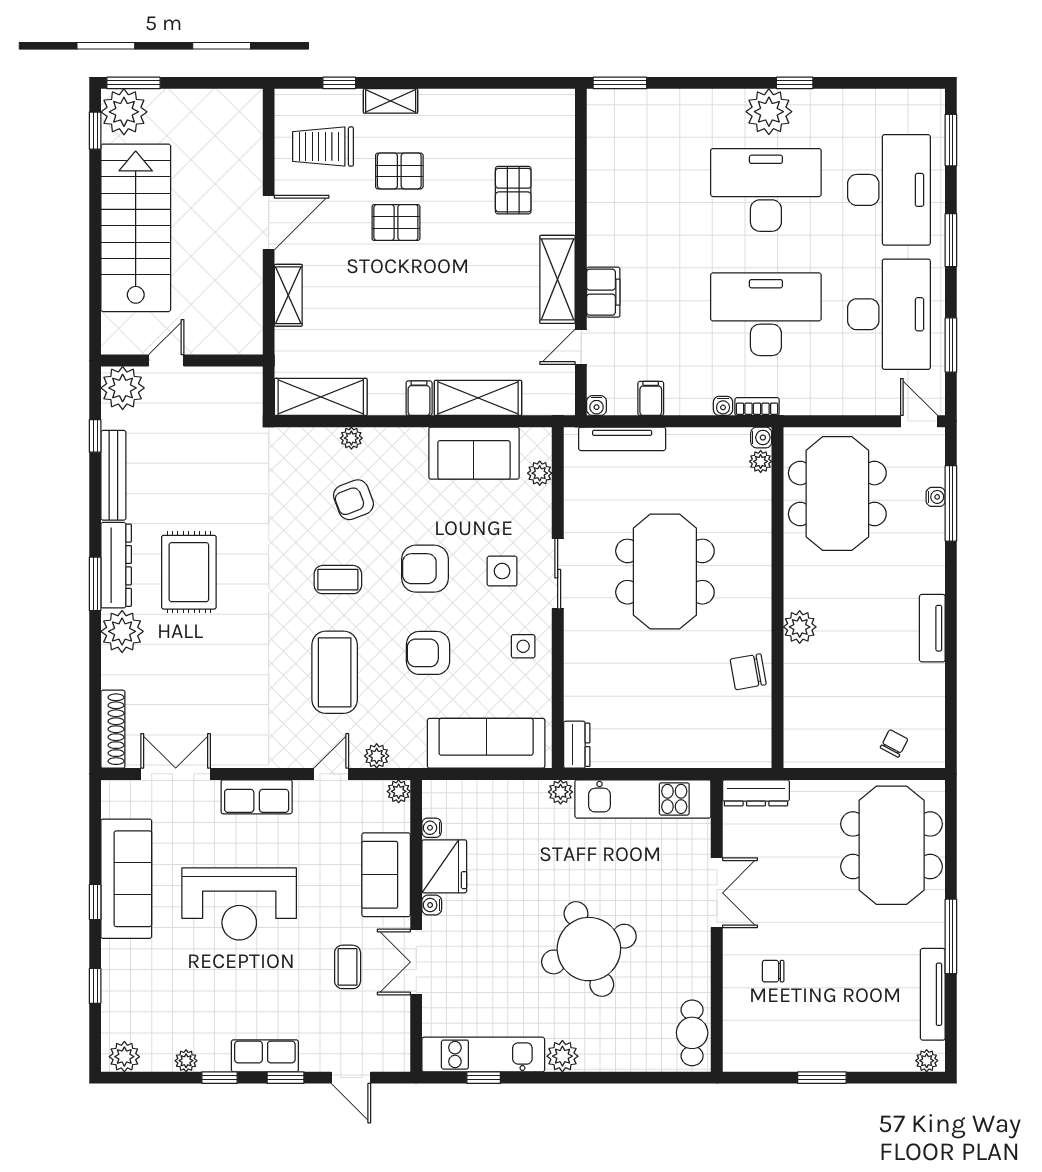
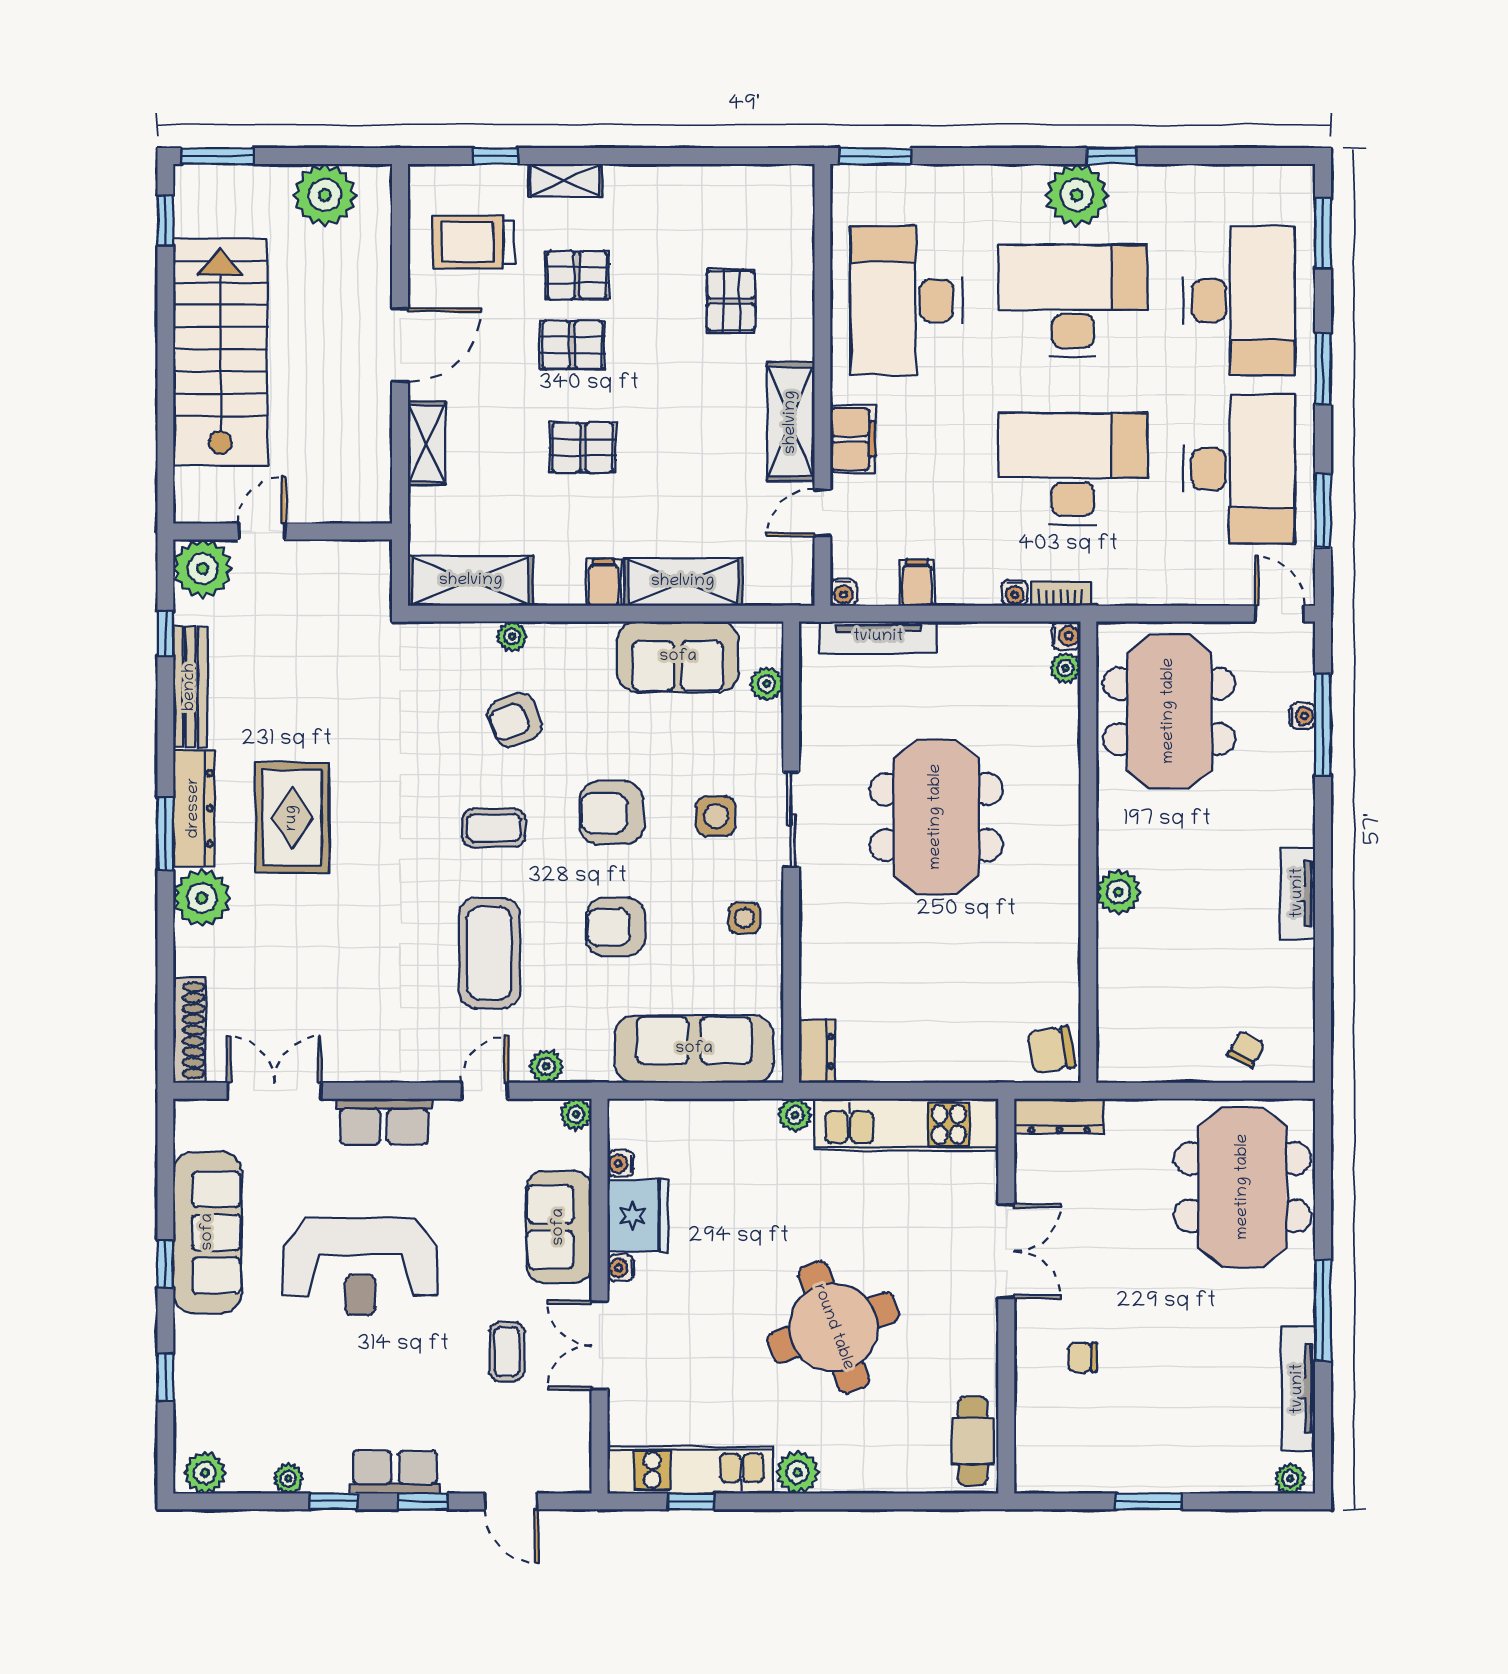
plant: (124, 112) -> (325, 195), moved
desk: (643, 190) -> (906, 301), added
pallet: (404, 298) -> (583, 447), added
chair: (748, 672) -> (1051, 1050), moved

